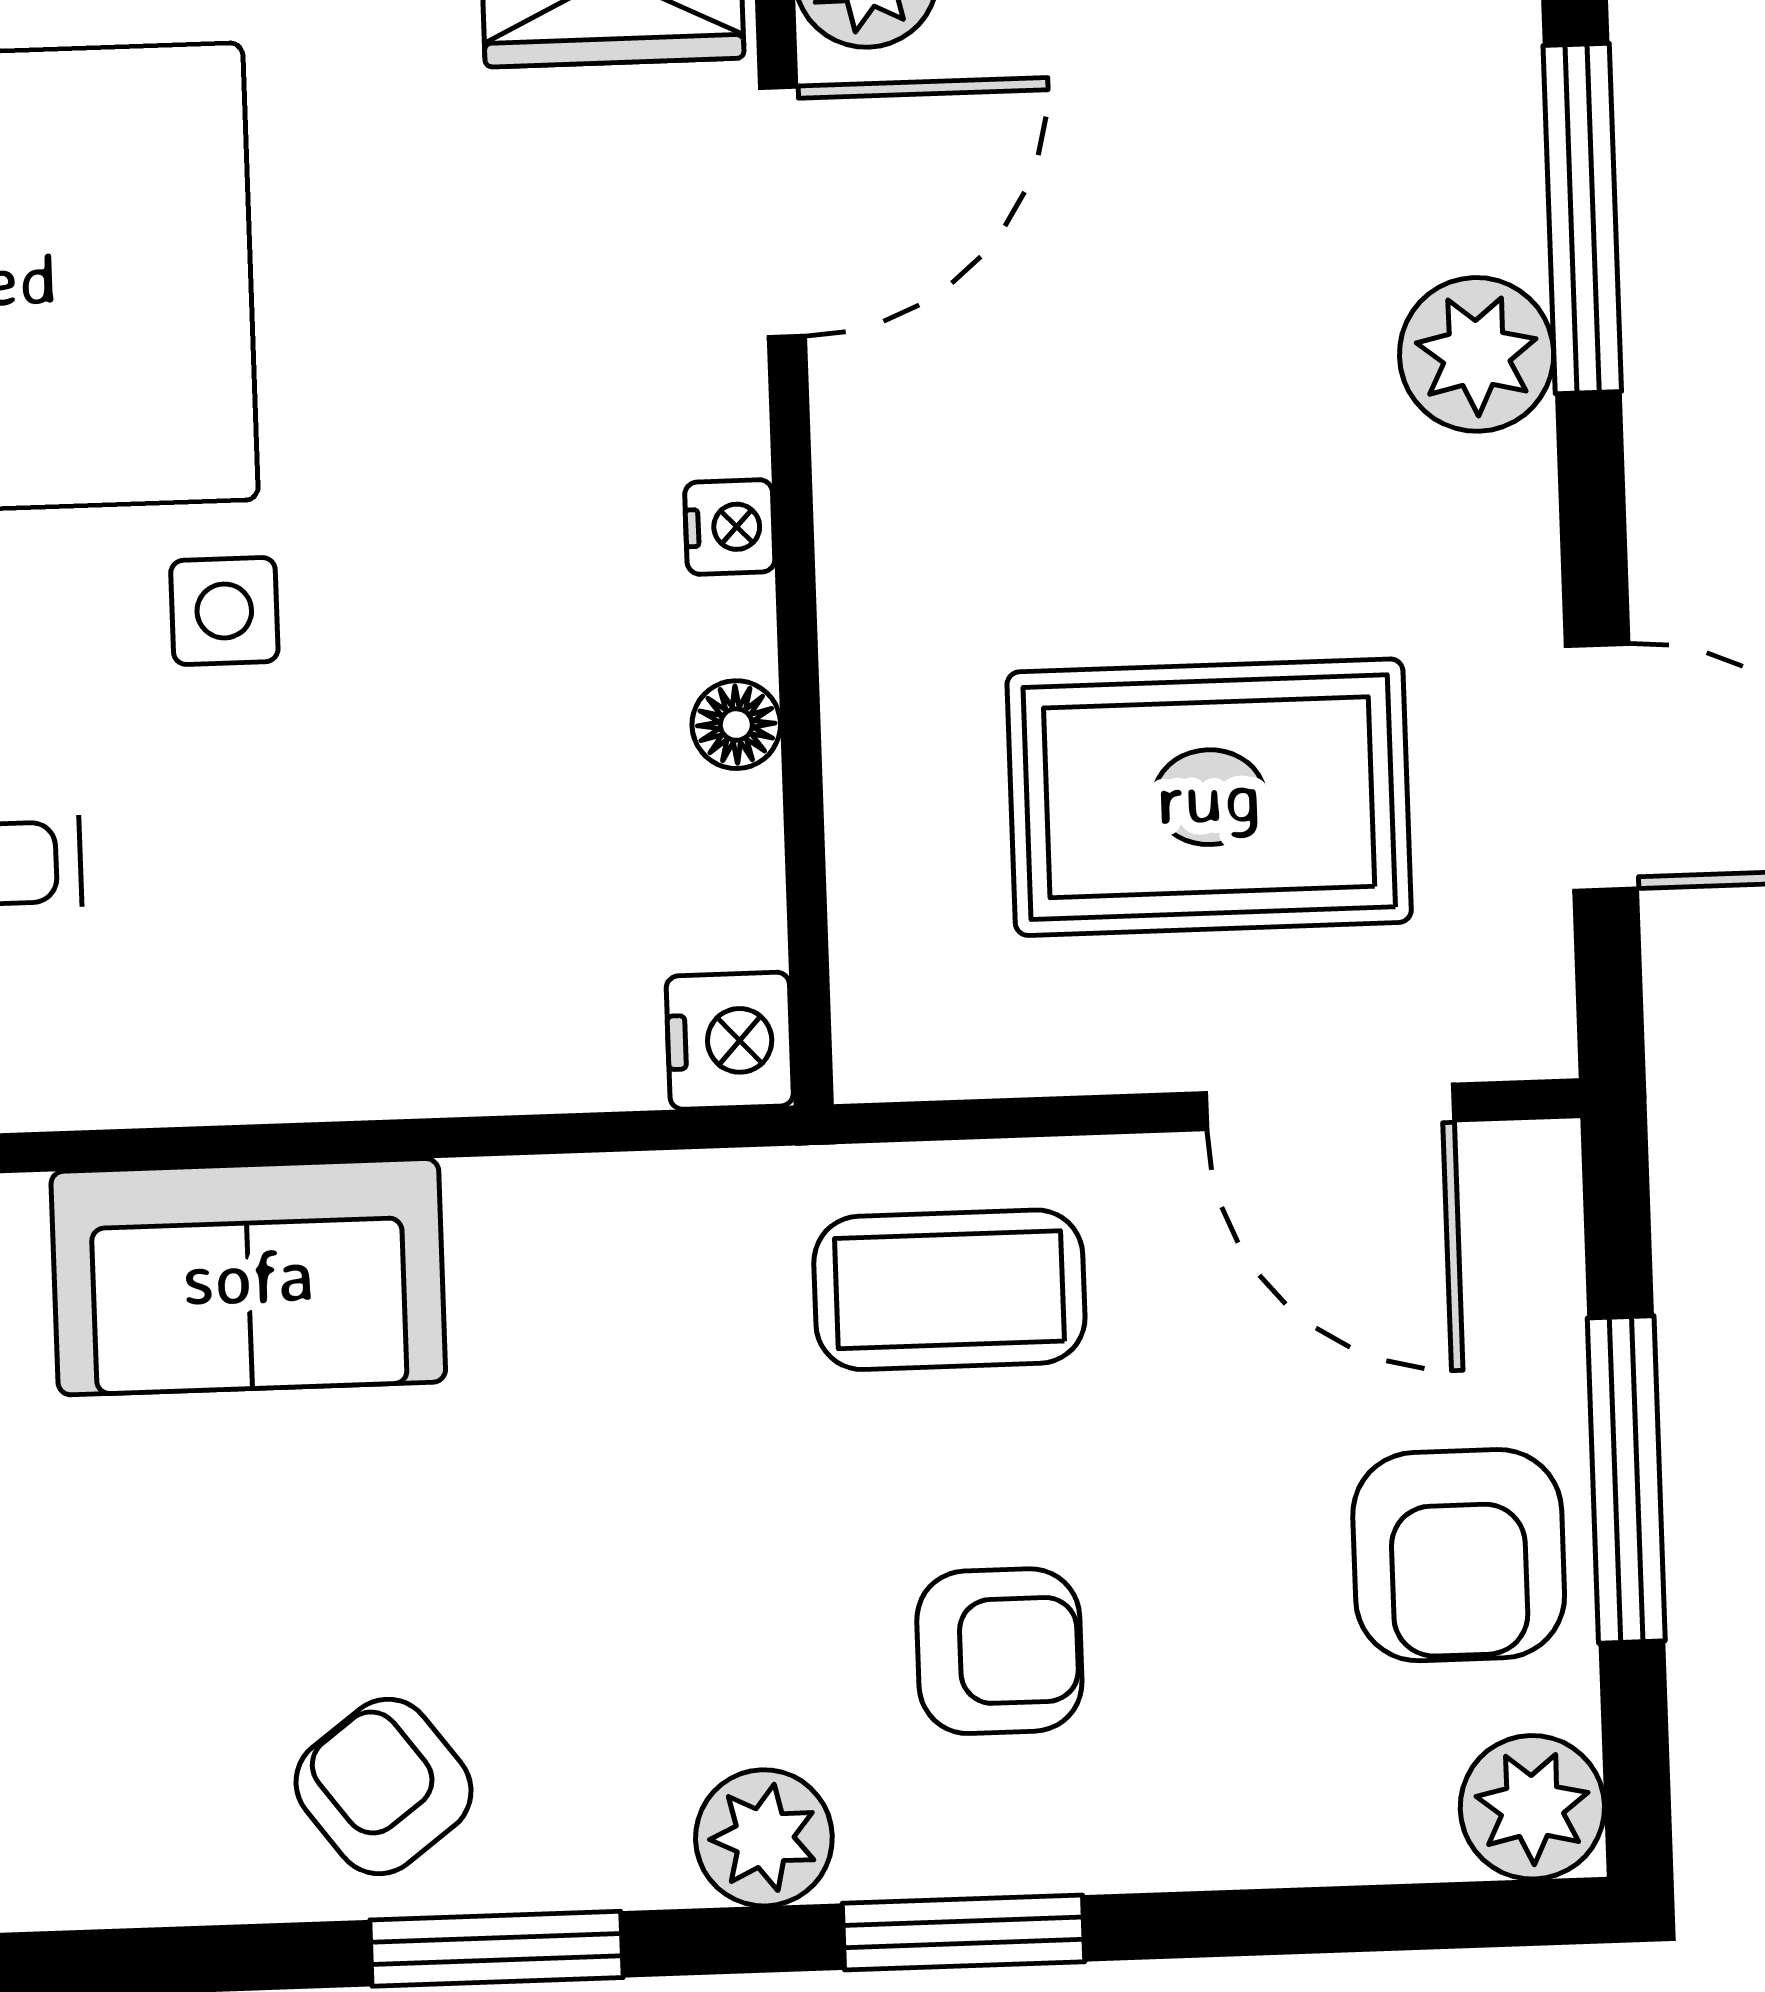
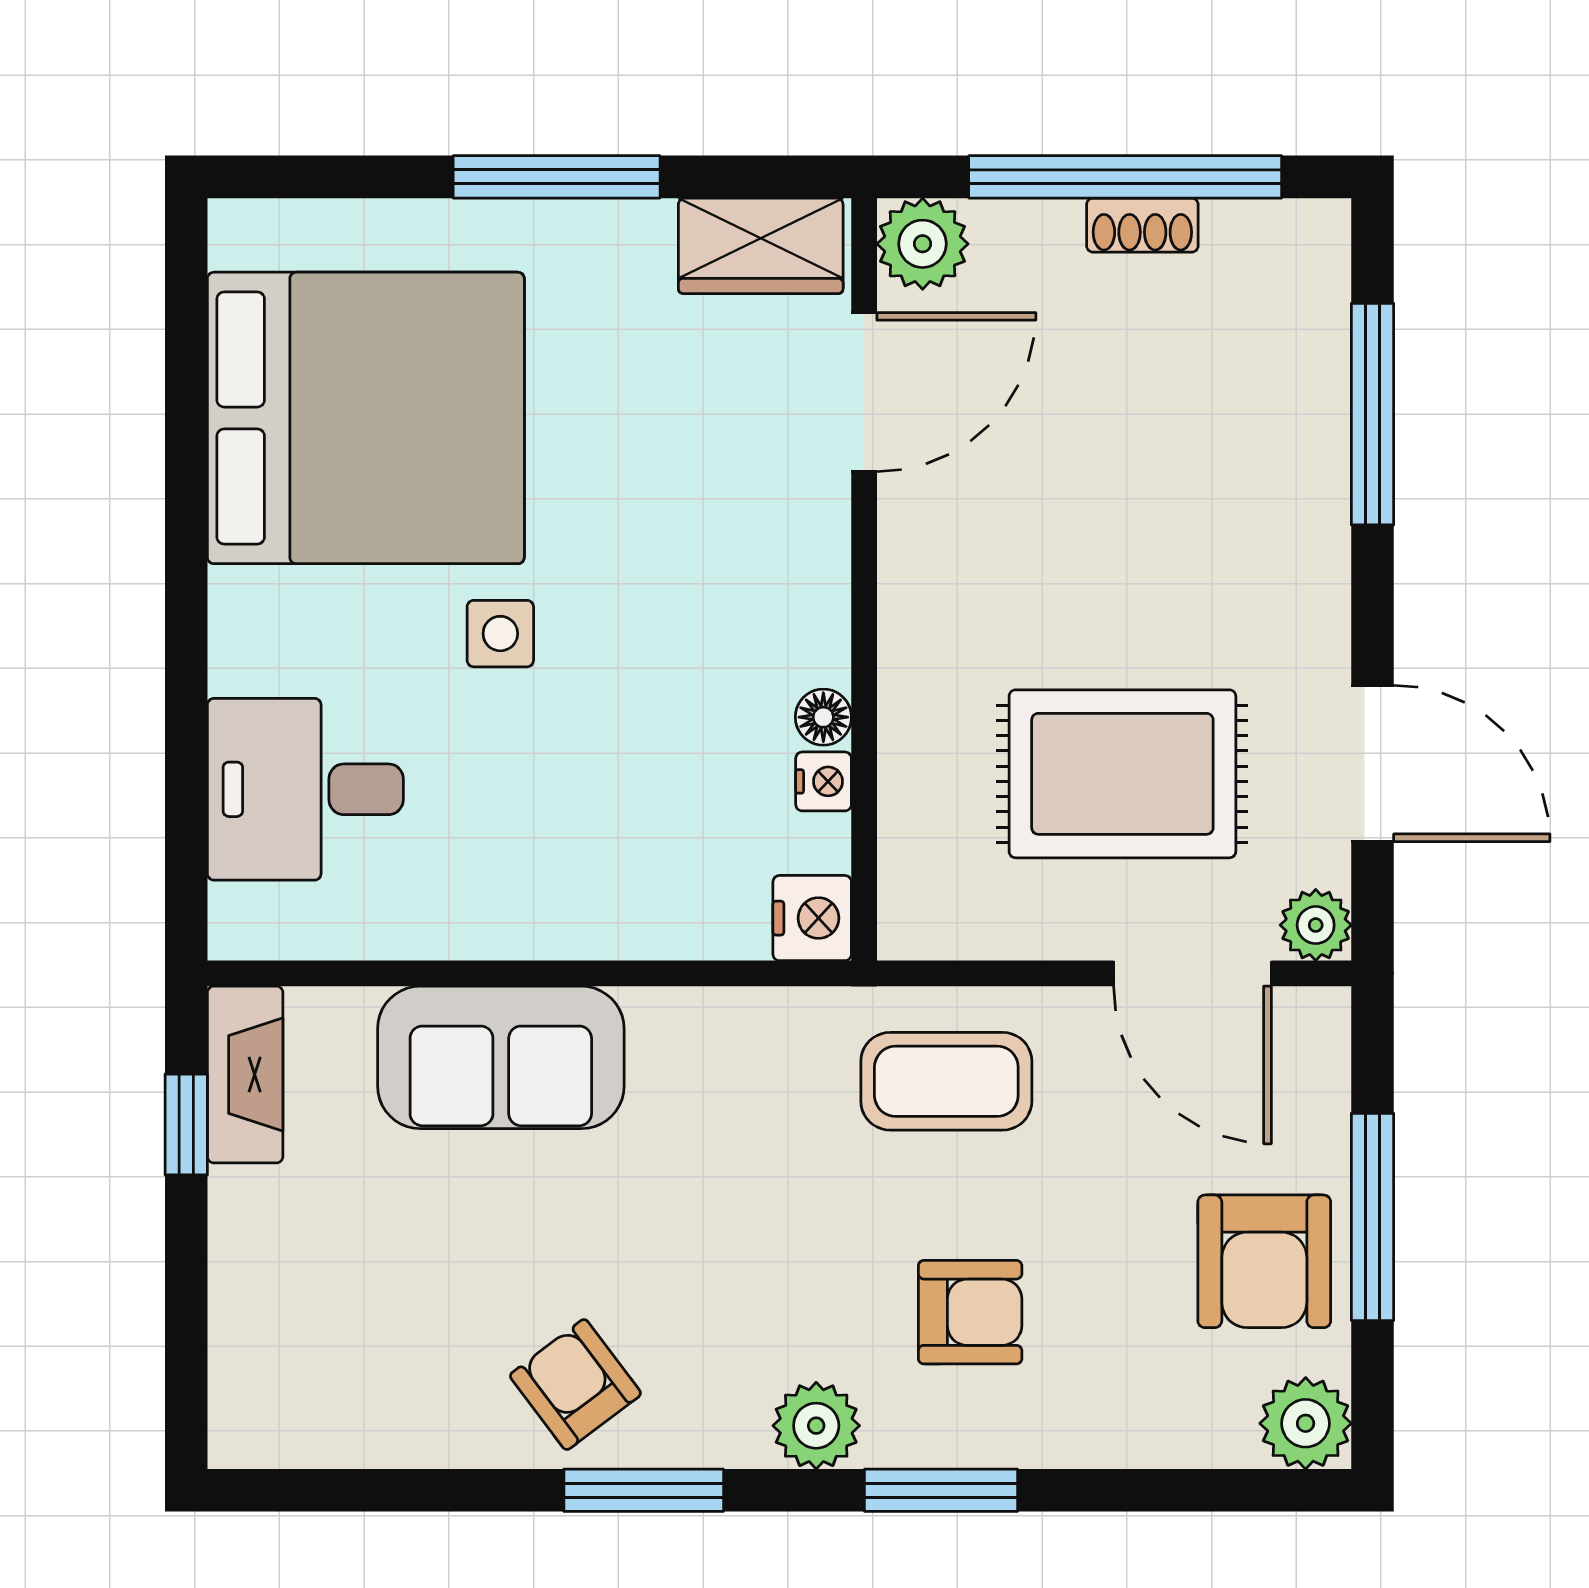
plant: (1477, 354) -> (1316, 925), moved, width x0.73, depth x0.73
nightstand: (730, 527) -> (824, 781), moved

